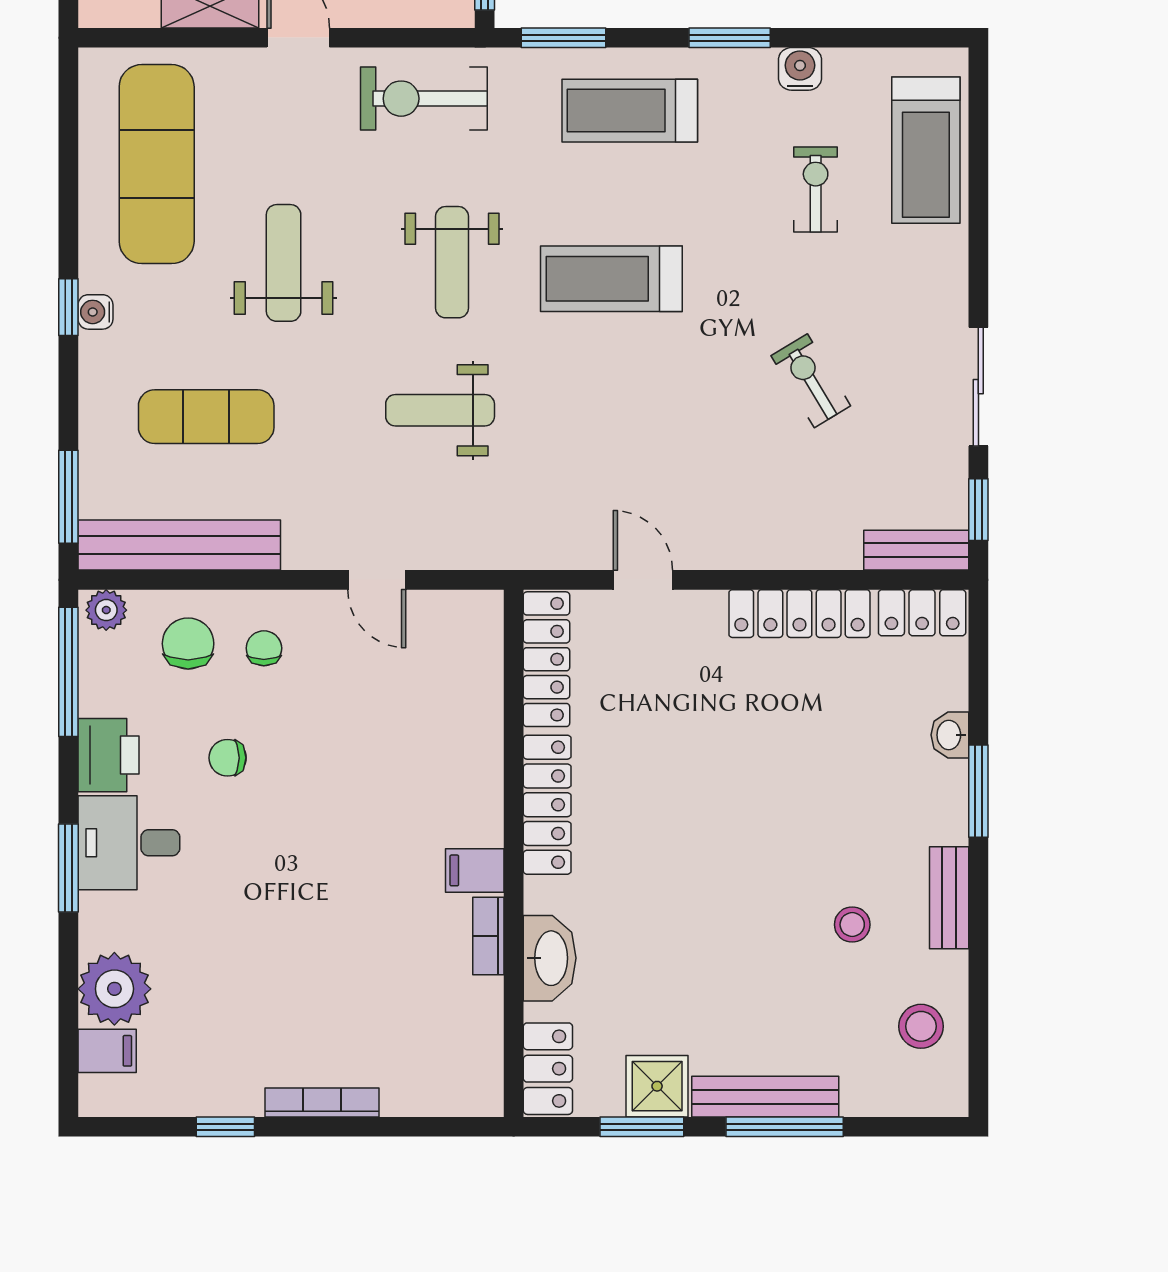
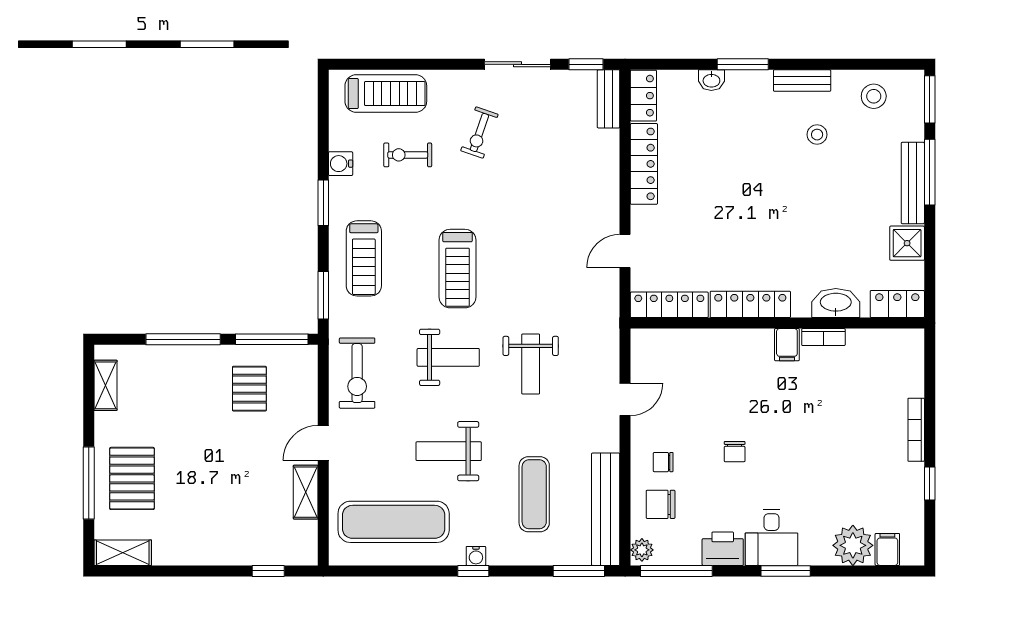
exercise bike: (811, 381) -> (479, 133), moved, turned -40
chair: (228, 758) -> (735, 452), moved
window: (642, 1127) -> (930, 99), moved

